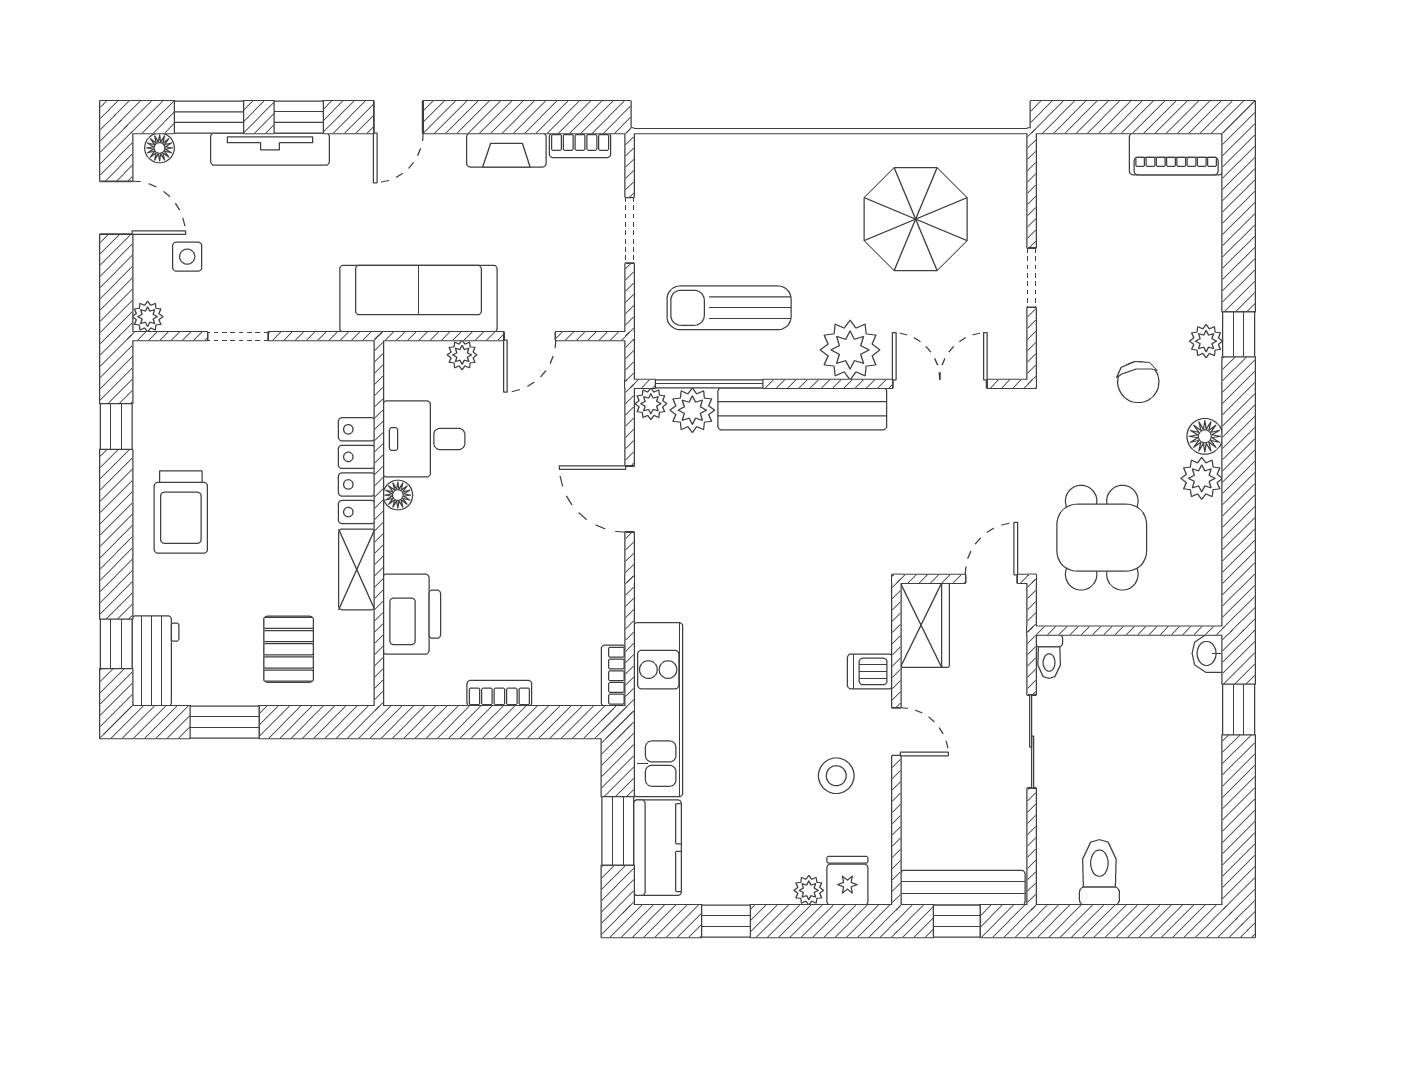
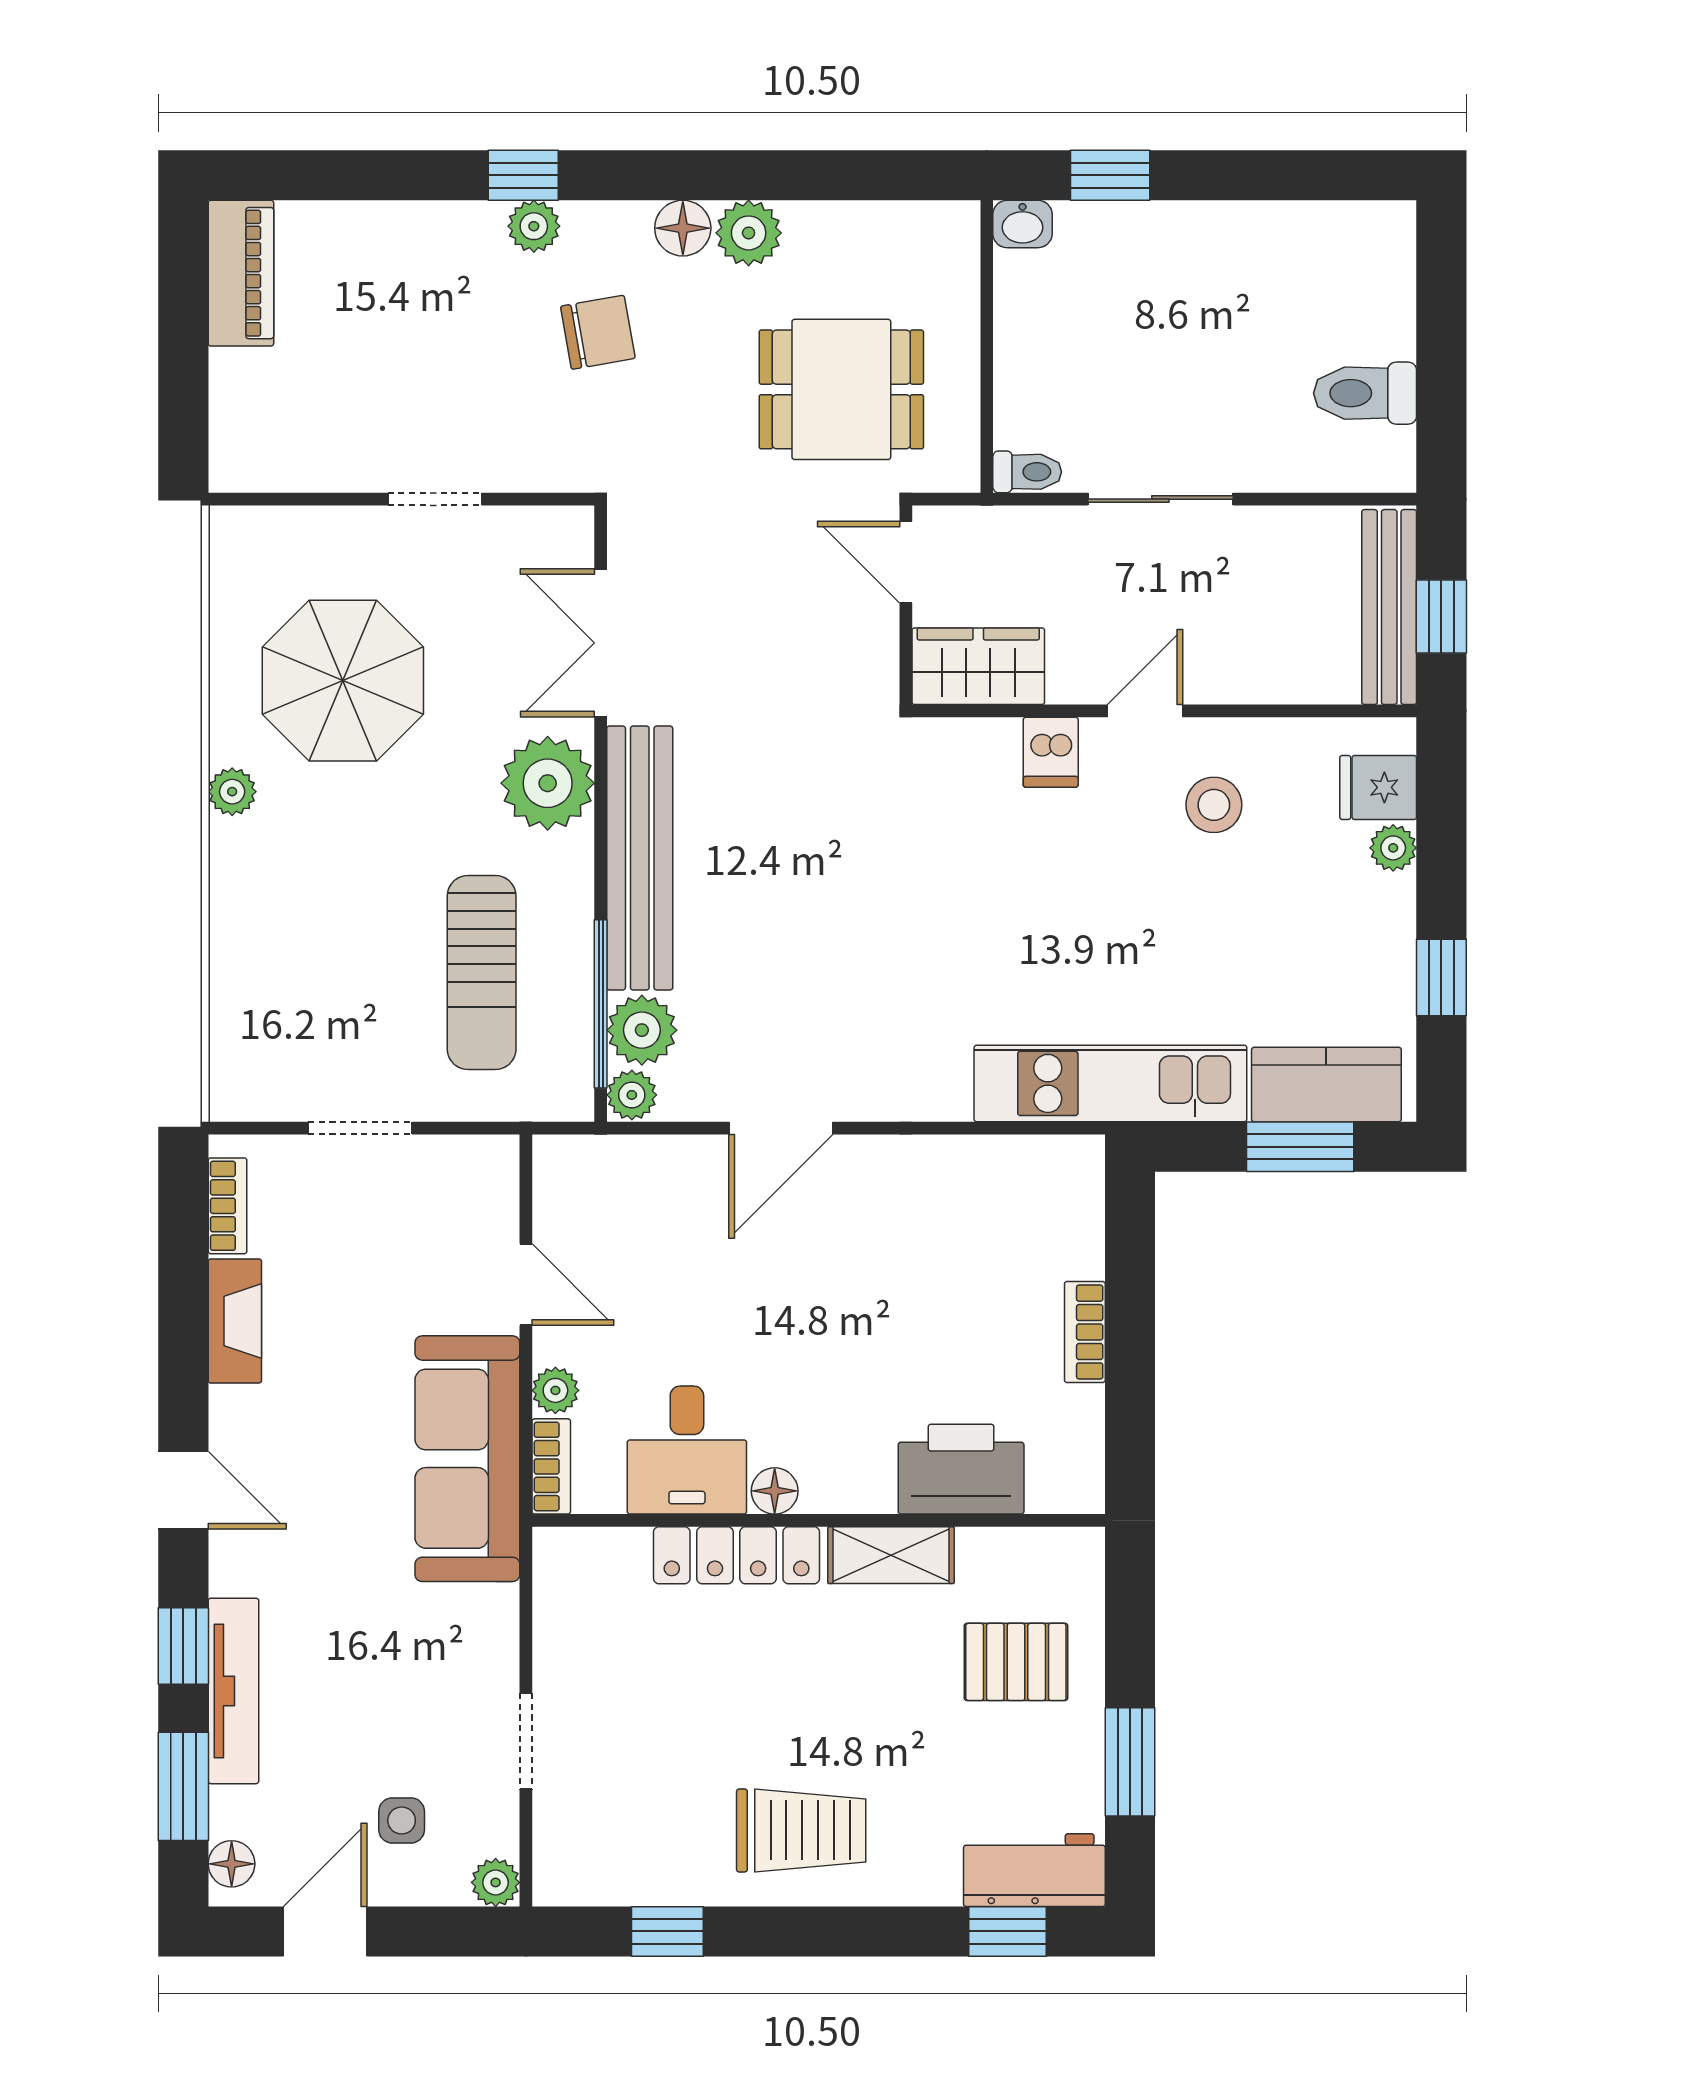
plant: (845, 148) -> (232, 792), added
bookcase: (614, 676) -> (551, 1466), moved, turned -90

